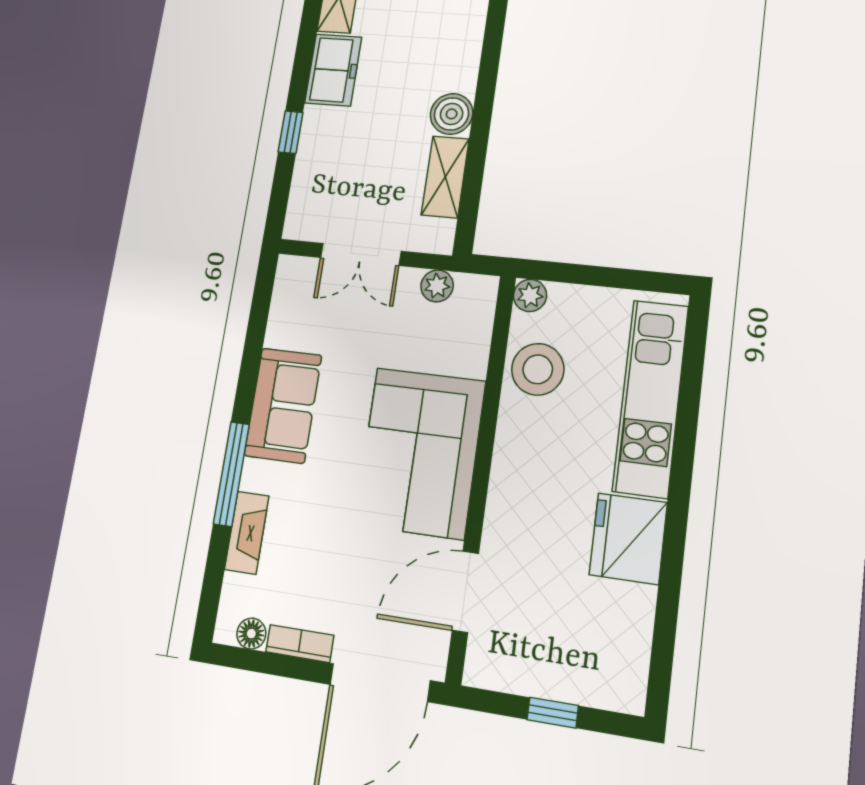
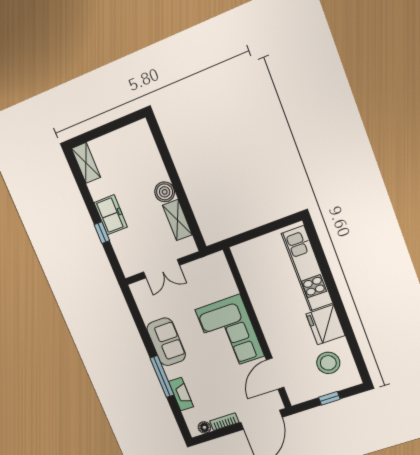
freezer: (333, 70) -> (111, 215), moved
plant: (437, 286) -> (200, 266), removed
plant: (530, 295) -> (239, 252), removed
stool: (538, 369) -> (328, 363), moved

